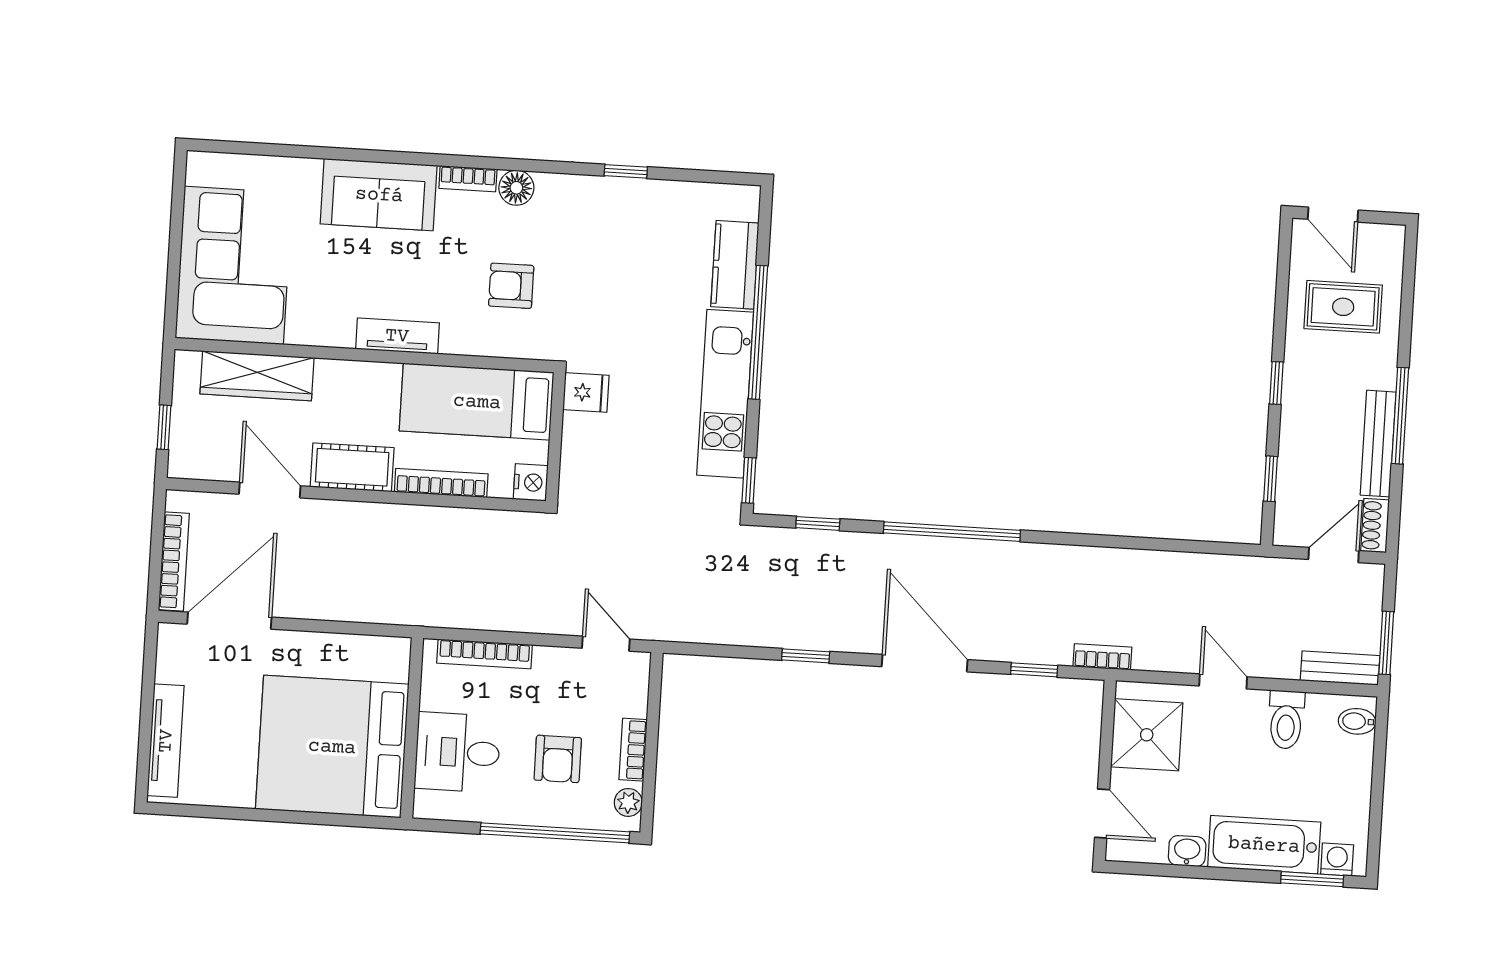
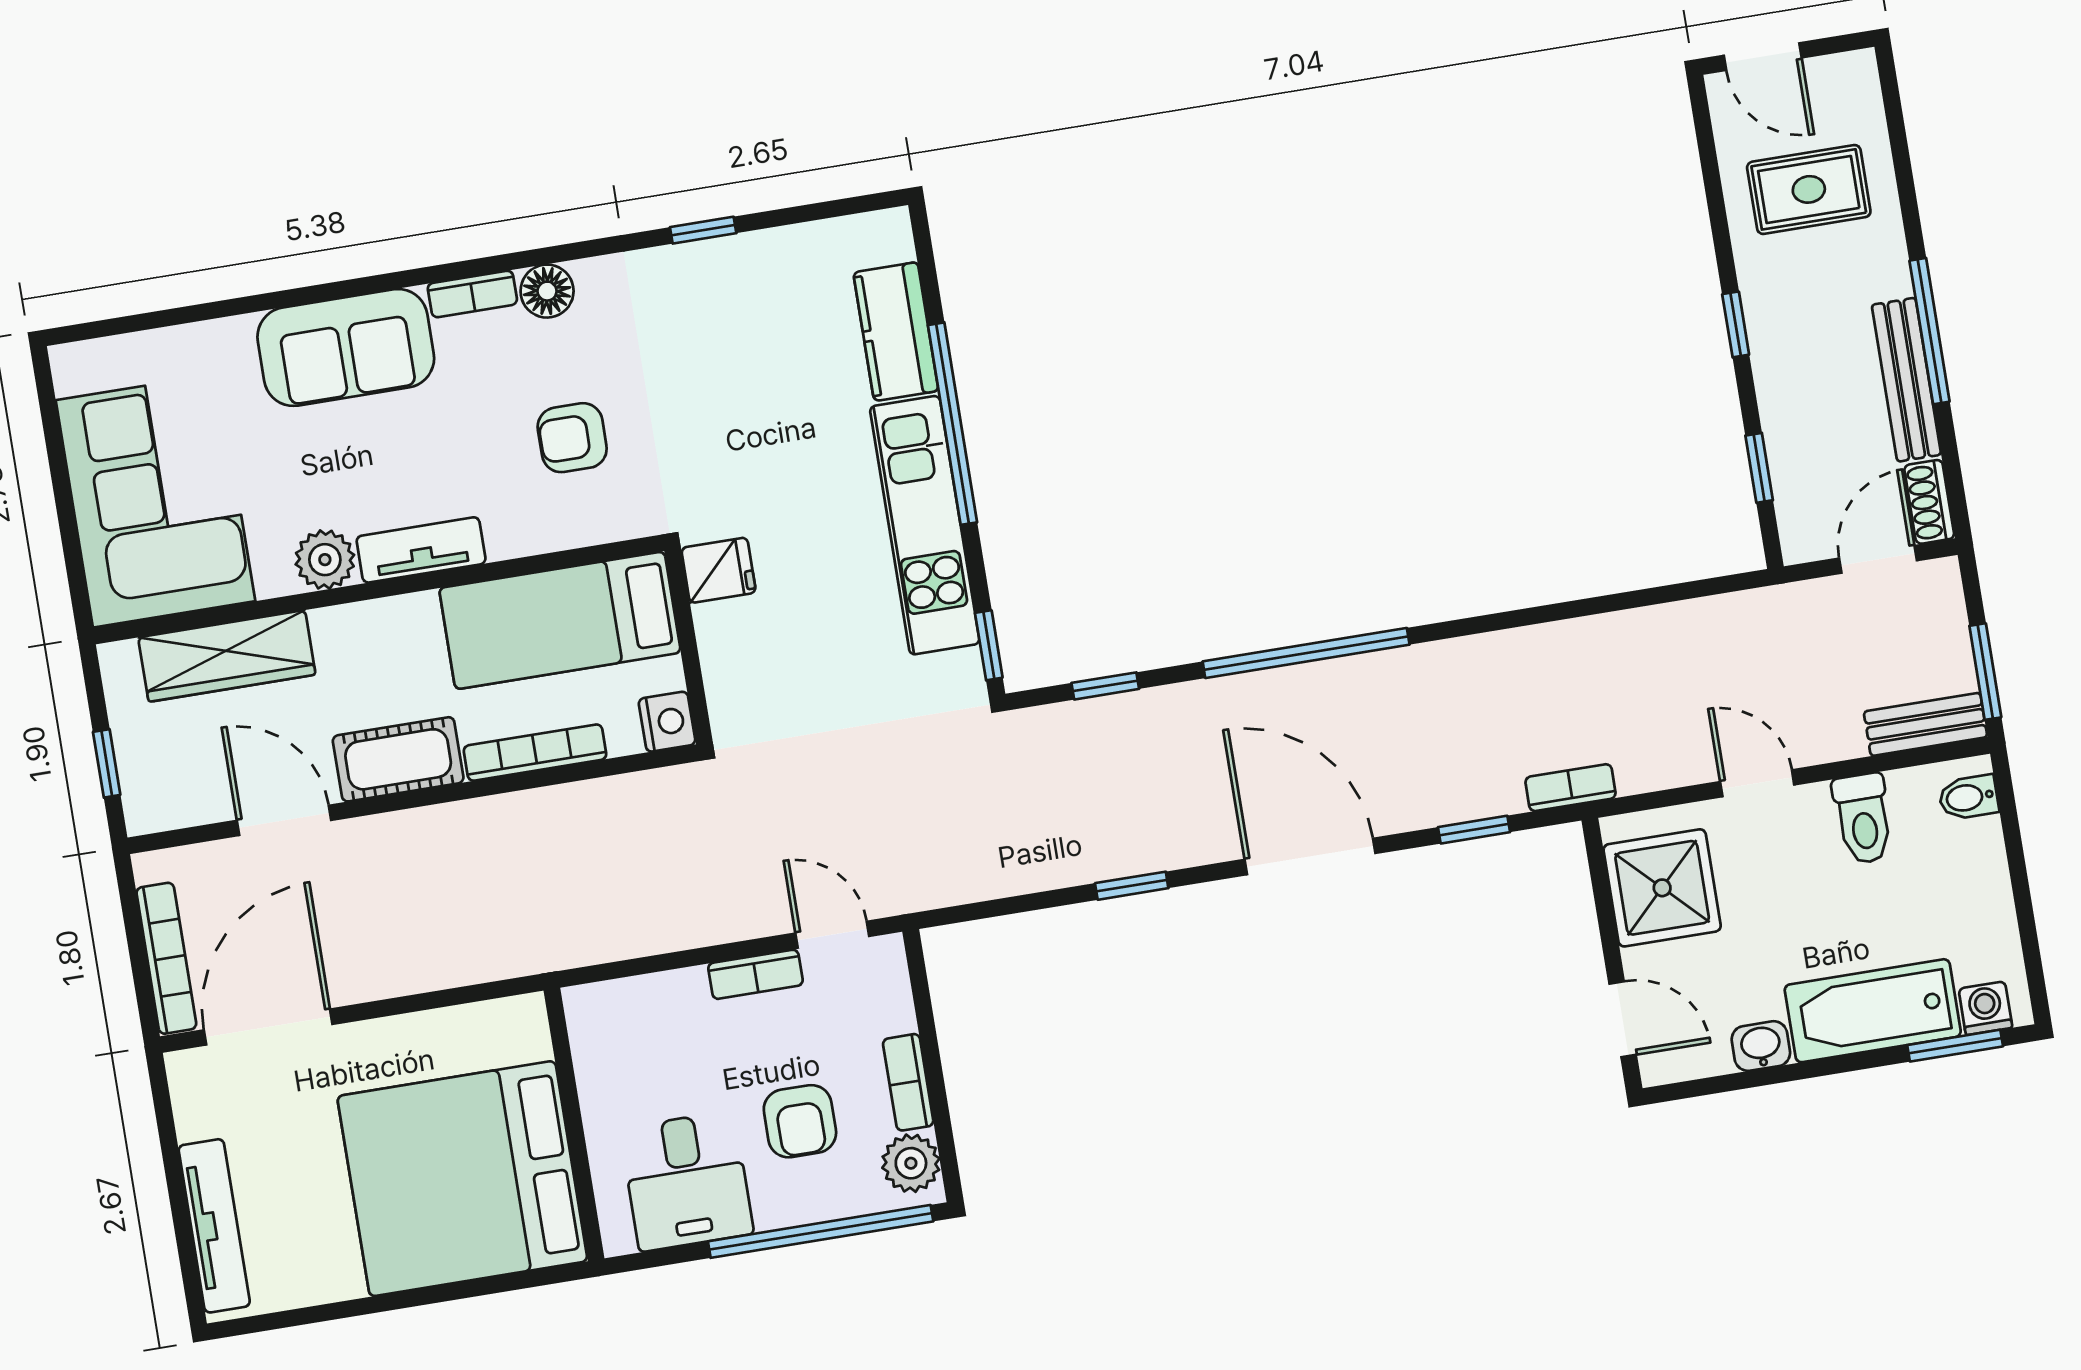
plant: (334, 328) -> (325, 560), added
bookcase: (485, 654) -> (755, 974), moved, width x0.64
desk: (458, 752) -> (687, 1181), moved, turned -90
plant: (628, 802) -> (911, 1163), width x1.38, depth x1.38

